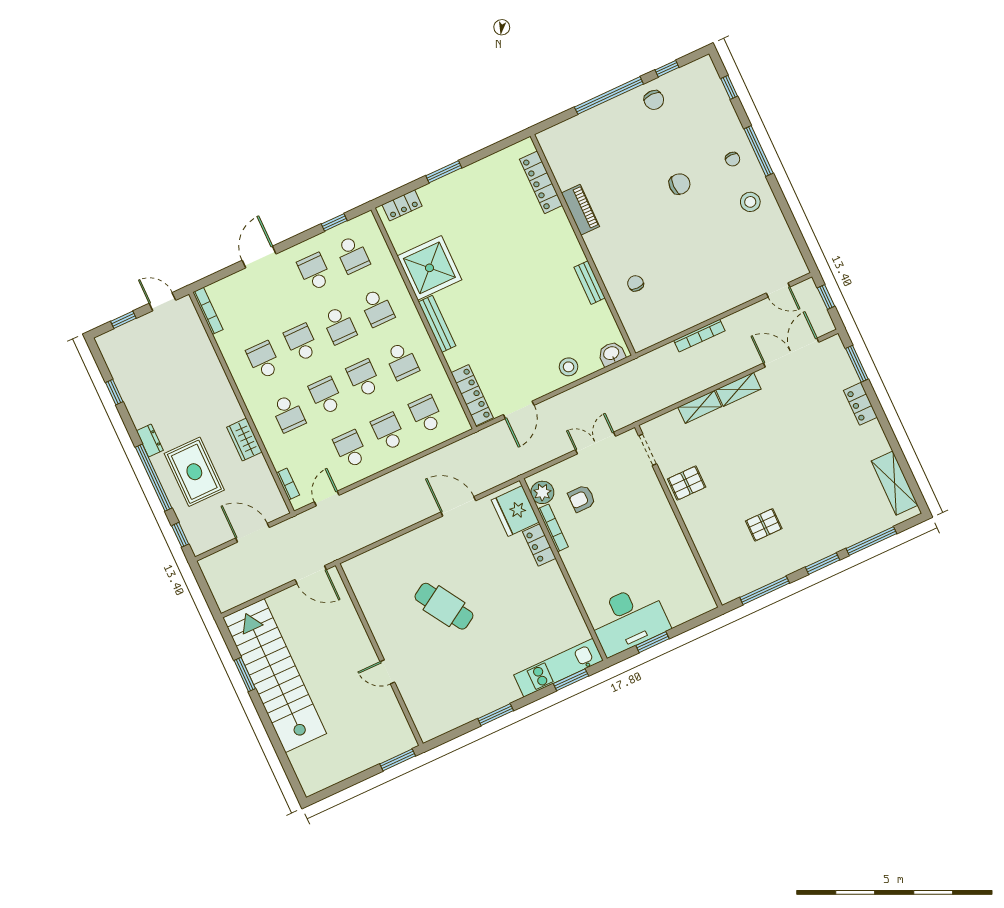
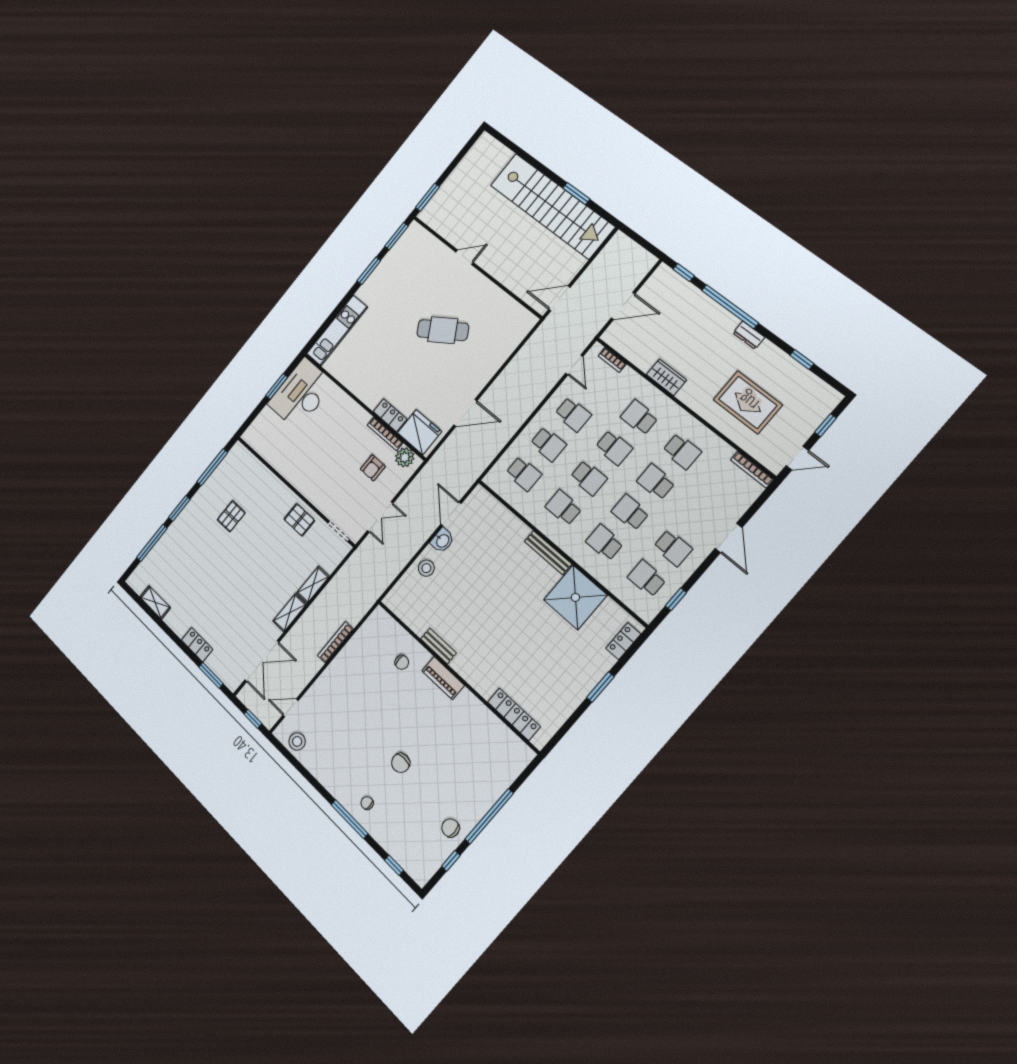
stool: (750, 202) -> (297, 741), moved
piano: (580, 210) -> (443, 678), moved
school desk: (301, 343) -> (656, 482), turned 180
washbasin: (611, 354) -> (442, 541), moved
locker: (472, 395) -> (493, 507), removed
rug: (194, 472) -> (748, 402), moved
pallet: (687, 483) -> (299, 520), turned 90
shelving: (895, 483) -> (155, 602), width x0.67, depth x0.75
armchair: (582, 499) -> (373, 468), turned 180
window: (571, 680) -> (396, 236), moved

